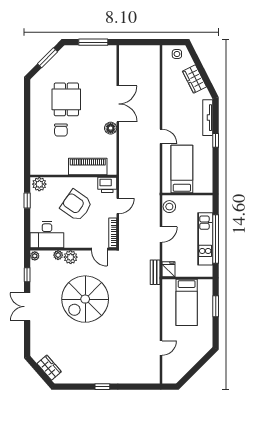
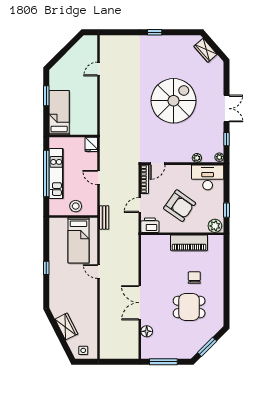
dining table: (66, 99) -> (189, 307), turned 90
tv unit: (208, 118) -> (54, 290), removed
floor lamp: (111, 128) -> (147, 331), moved
piano: (88, 166) -> (189, 243), moved
stool: (169, 207) -> (76, 206), moved
door: (161, 234) -> (98, 178), hinge flipped
door: (99, 249) -> (158, 164), swing flipped
plant: (71, 257) -> (185, 156), removed
bench: (155, 272) -> (104, 217), moved
spiral stairs: (85, 299) -> (174, 101), moved
bed: (187, 302) -> (59, 113), moved
window: (216, 306) -> (46, 96), moved

